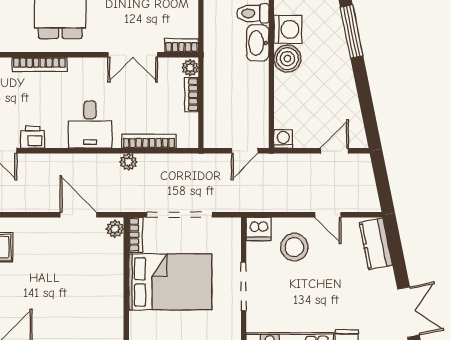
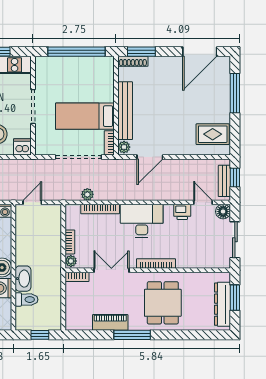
bookcase: (39, 64) -> (156, 263), moved
desk: (90, 125) -> (142, 221), width x1.37
plant: (128, 162) -> (87, 194), moved
door: (78, 215) -> (150, 157), hinge flipped
bench: (113, 280) -> (125, 111), added
bed: (170, 282) -> (85, 116), width x0.67

